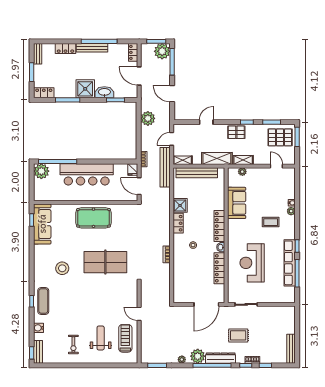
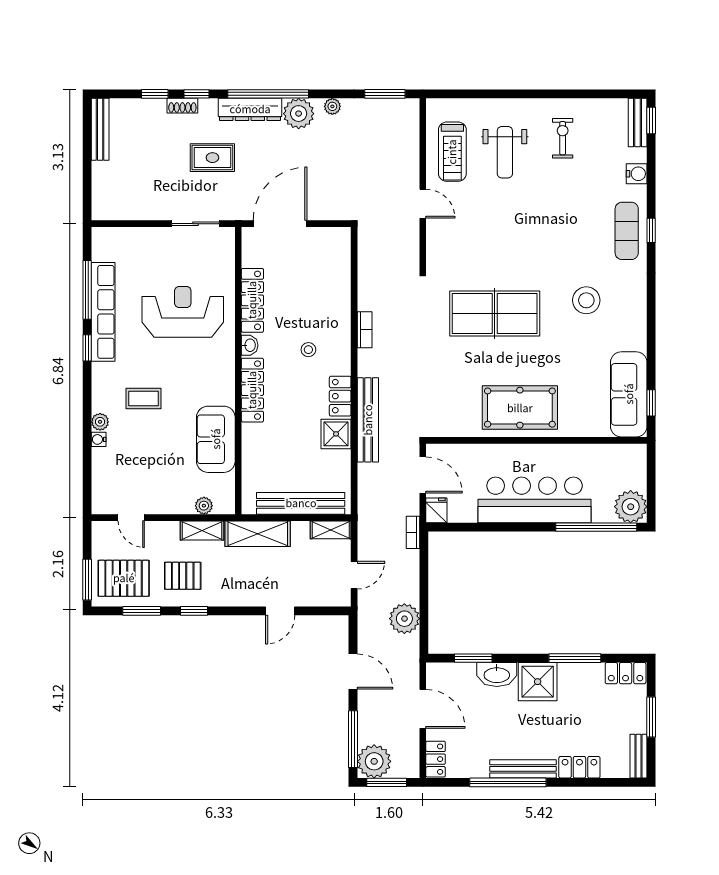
pallet: (236, 132) -> (183, 576), moved
bench: (165, 167) -> (368, 420), moved
reception desk: (252, 263) -> (183, 312), turned -90

